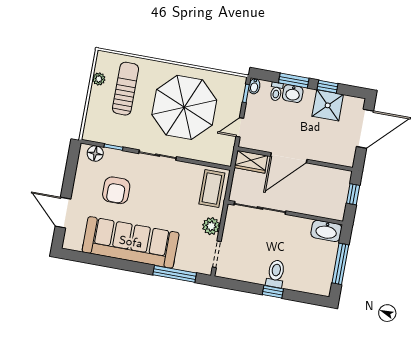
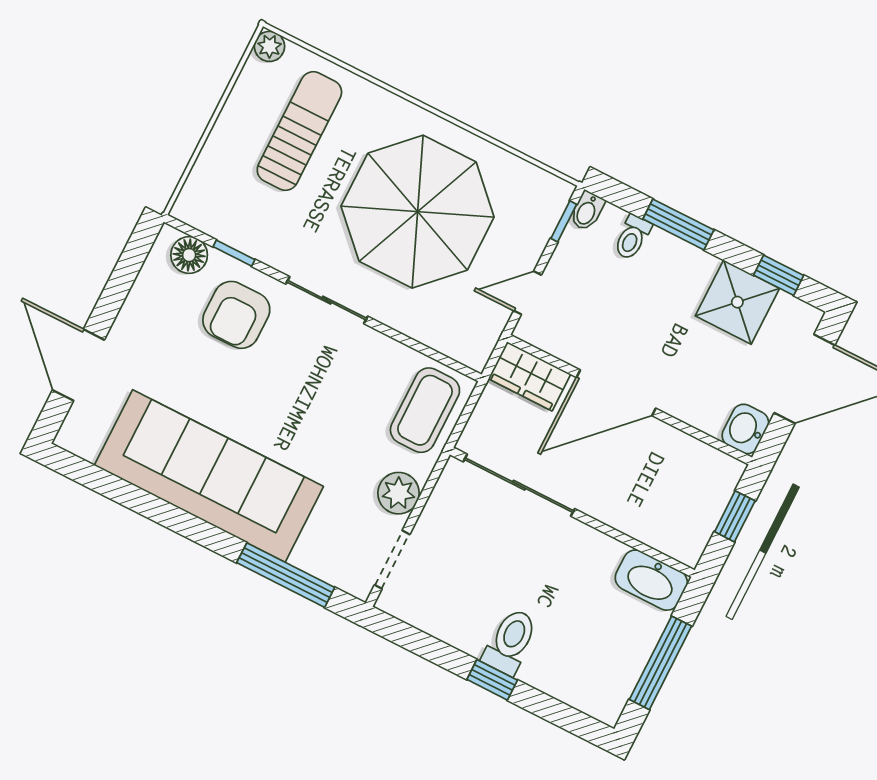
plant: (99, 79) -> (270, 46), moved
window: (328, 87) -> (779, 275), moved
washbasin: (293, 94) -> (745, 429), moved, turned 90
armchair: (116, 190) -> (236, 315), moved

